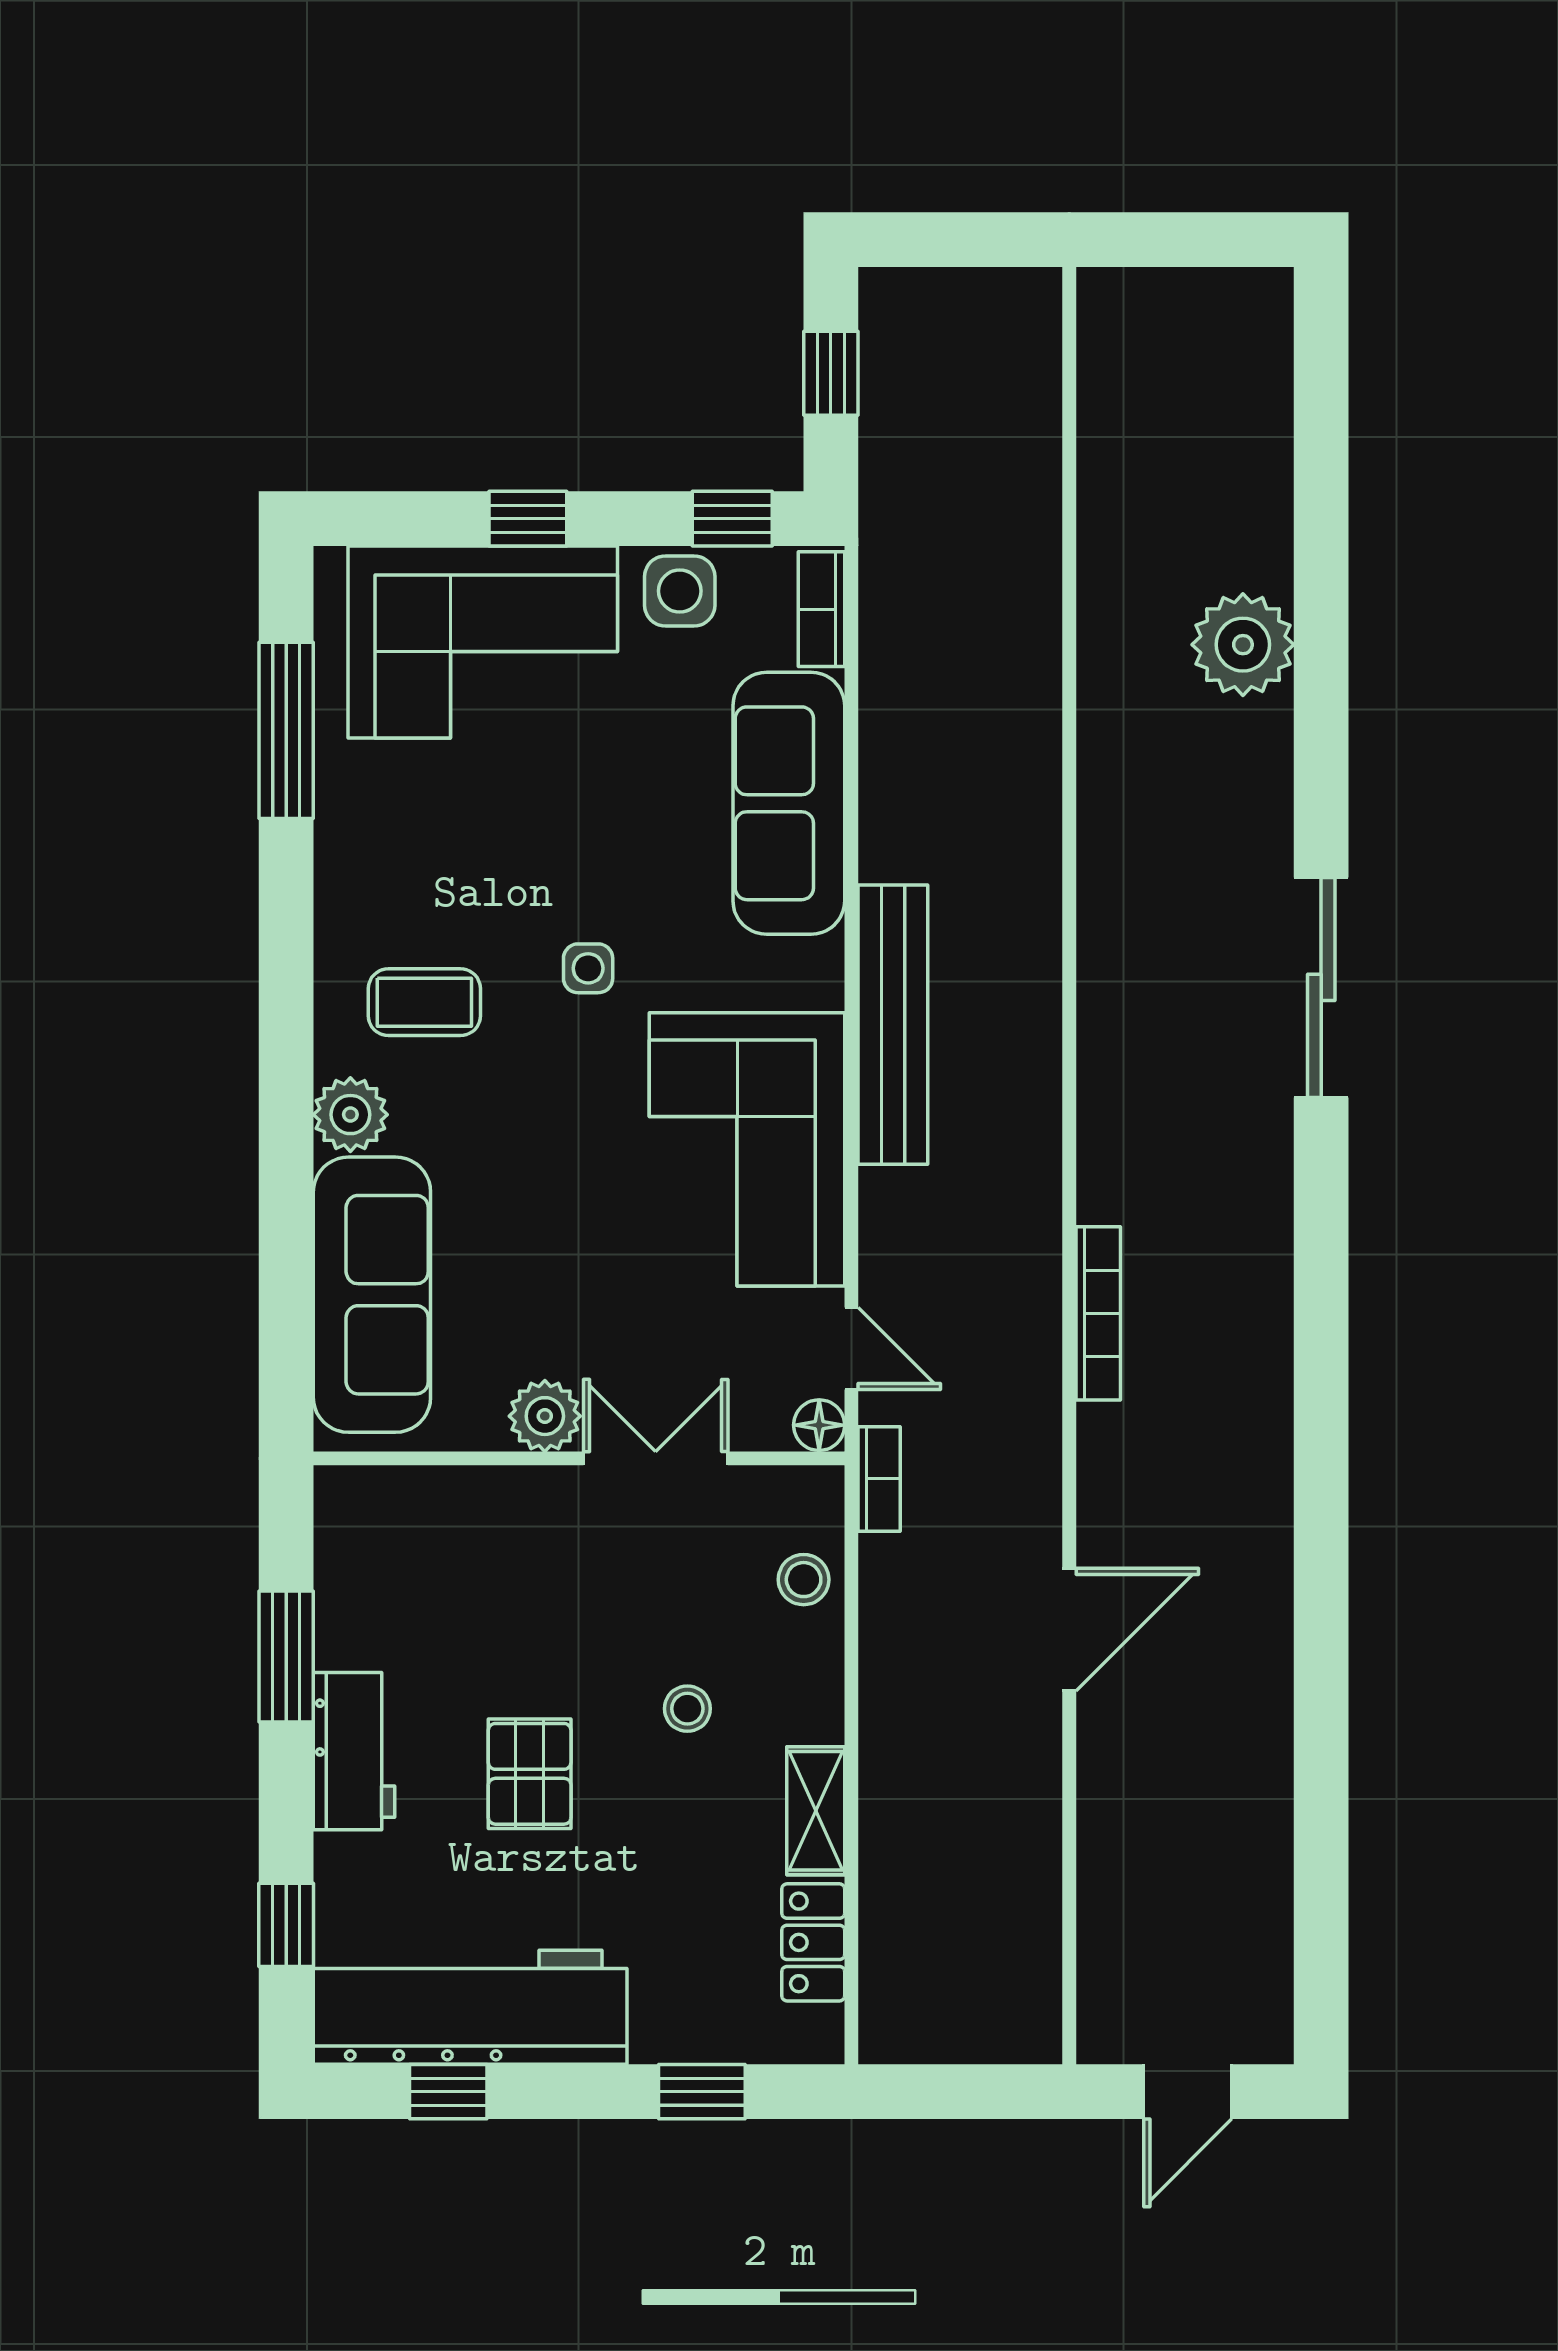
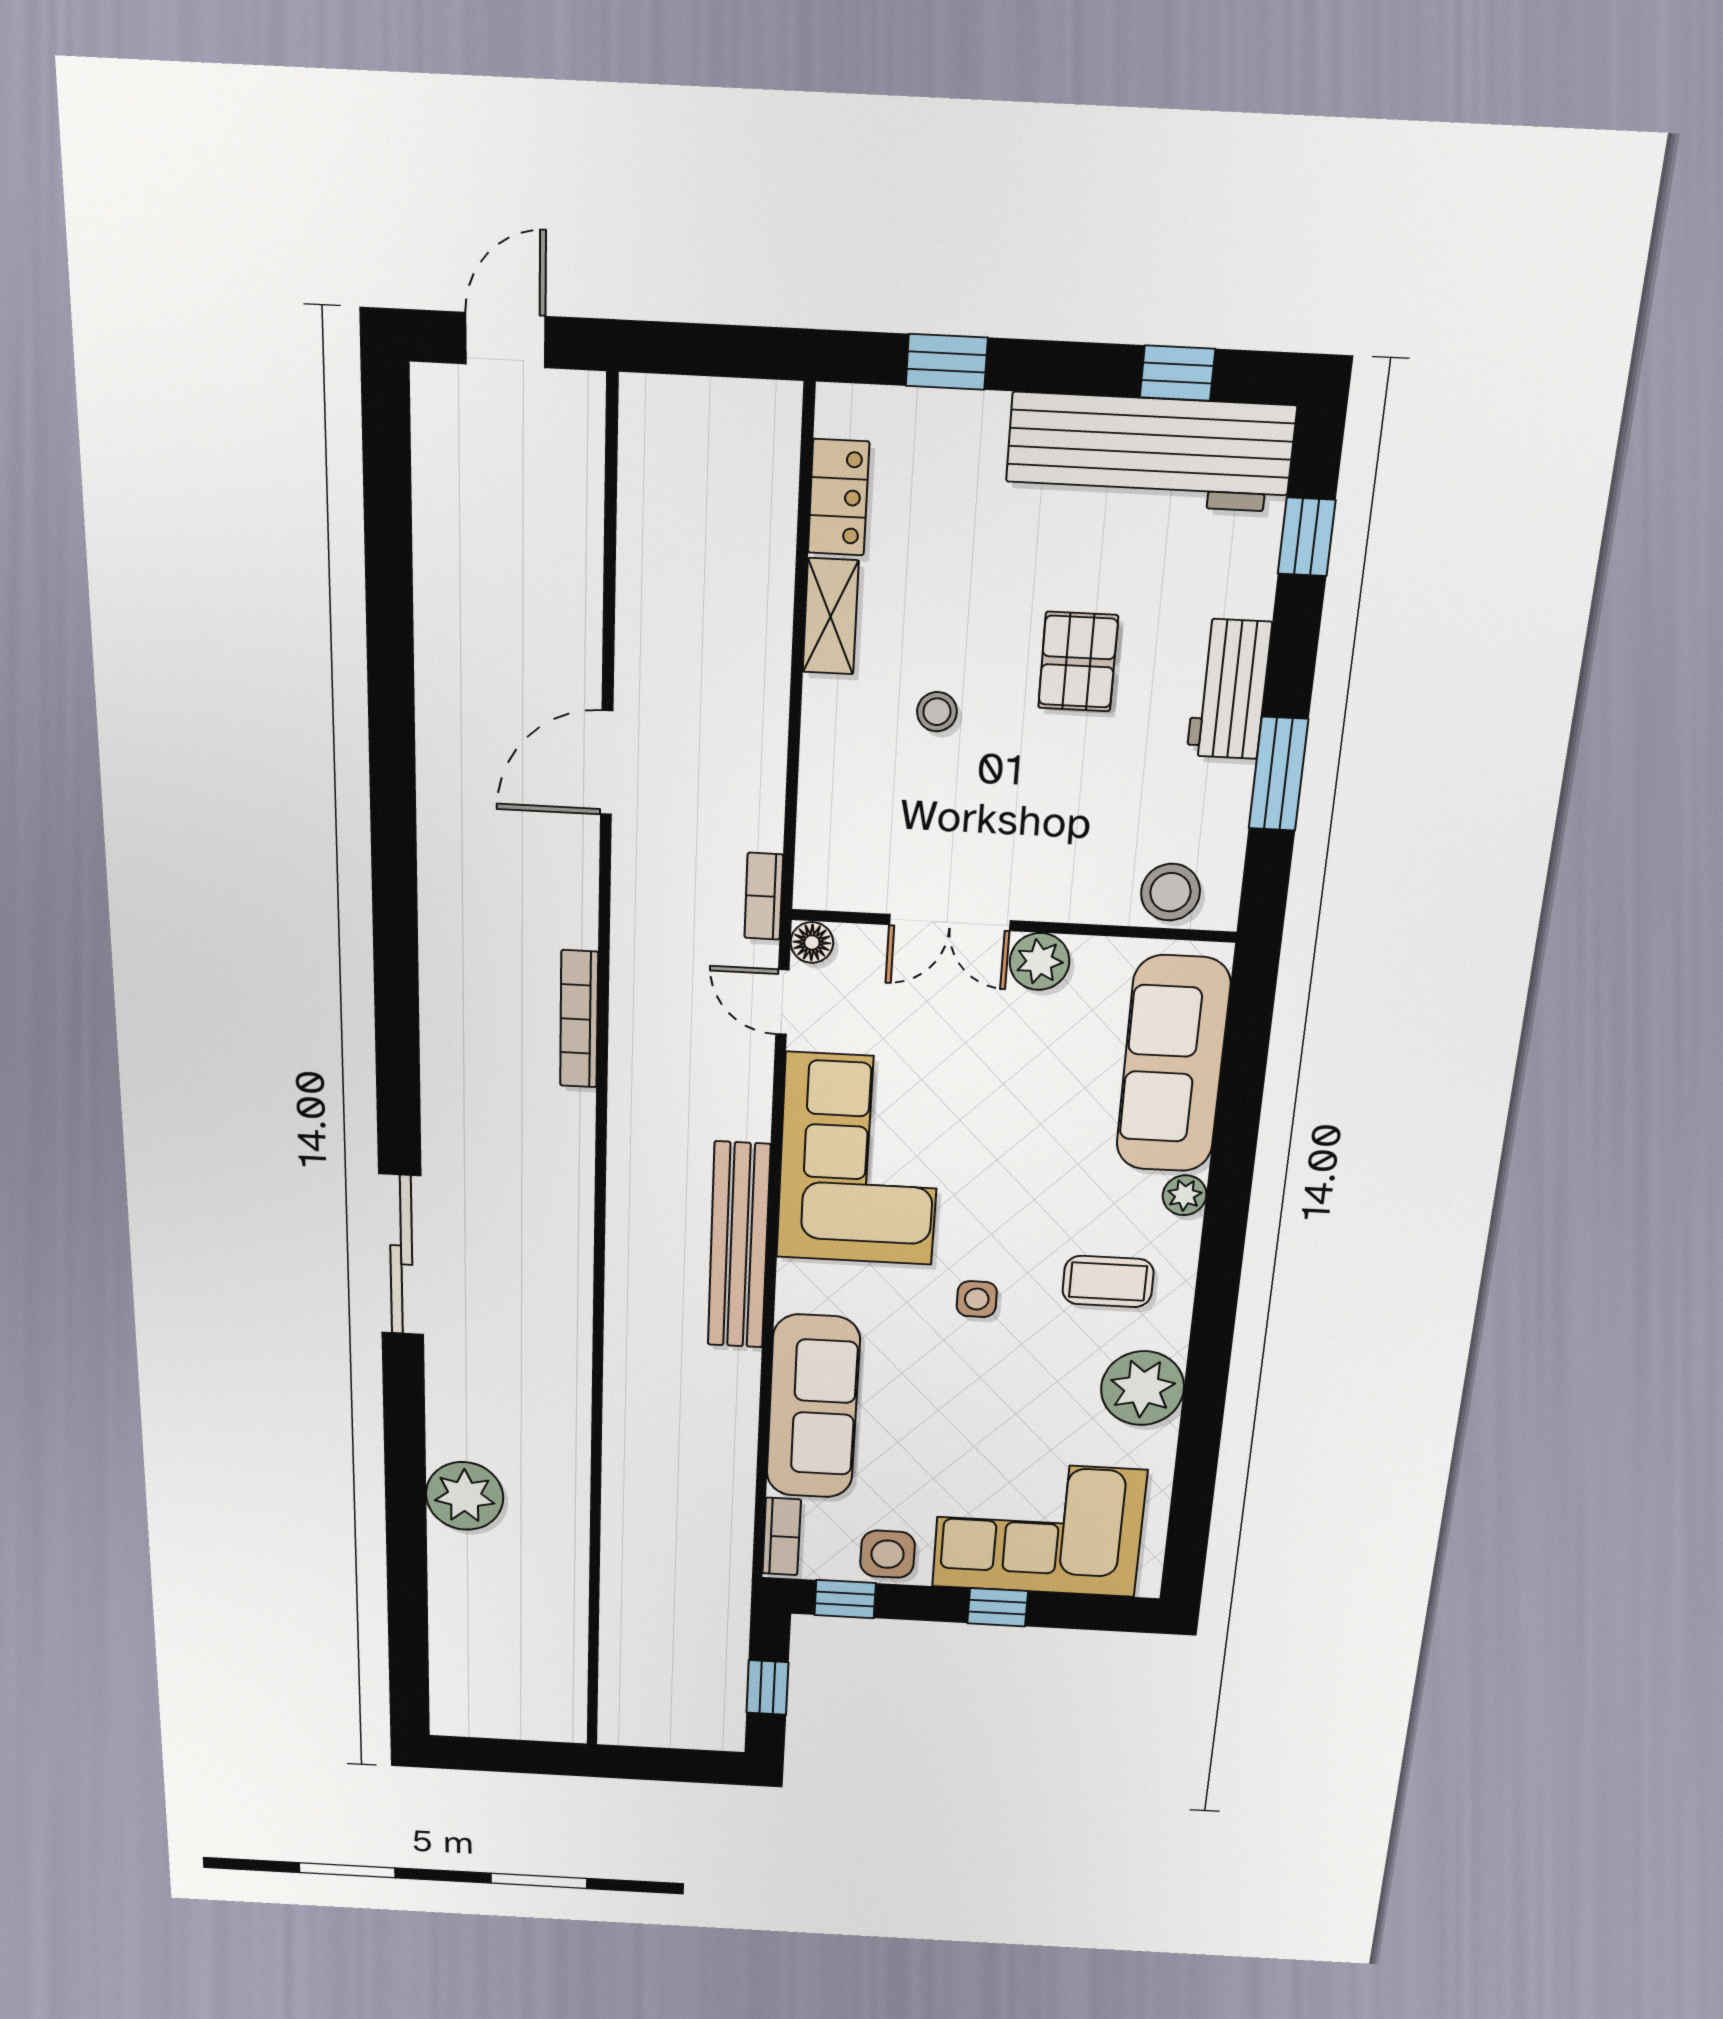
window: (286, 730) -> (1195, 1477), removed
plant: (366, 855) -> (1143, 1388), added
plant: (350, 1115) -> (1185, 1195), width x0.73, depth x0.73
stool: (804, 1580) -> (1170, 892), moved, width x1.37, depth x1.37

